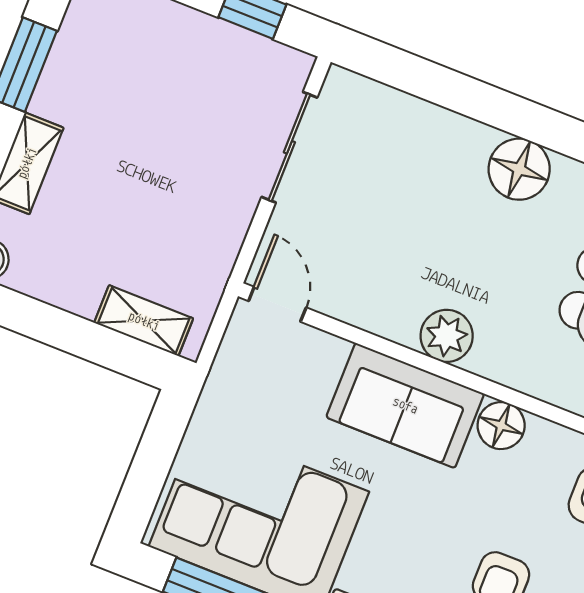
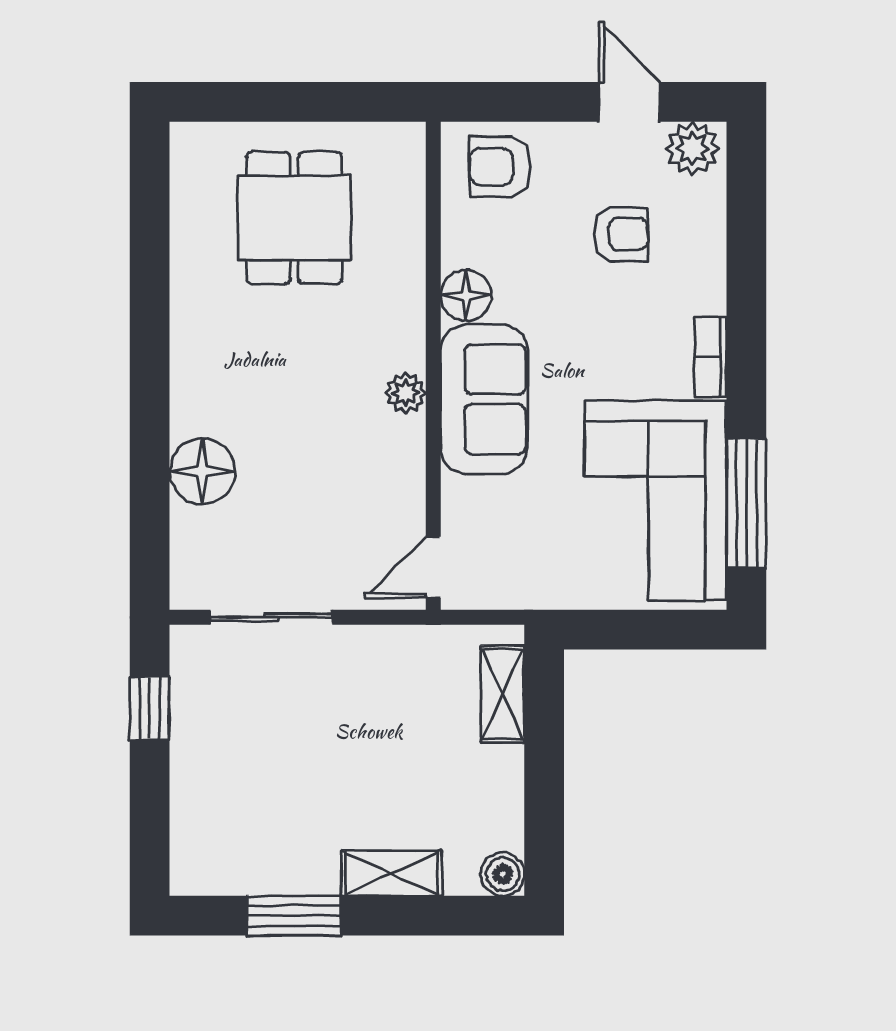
floor lamp: (519, 169) -> (202, 471), moved
plant: (447, 336) -> (405, 393), width x0.73, depth x0.73

